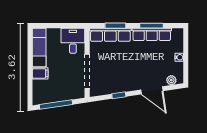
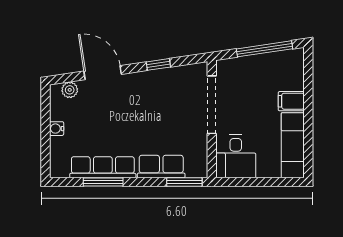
window: (115, 26) -> (184, 182), moved
row of seats: (110, 35) -> (161, 167), width x0.68

